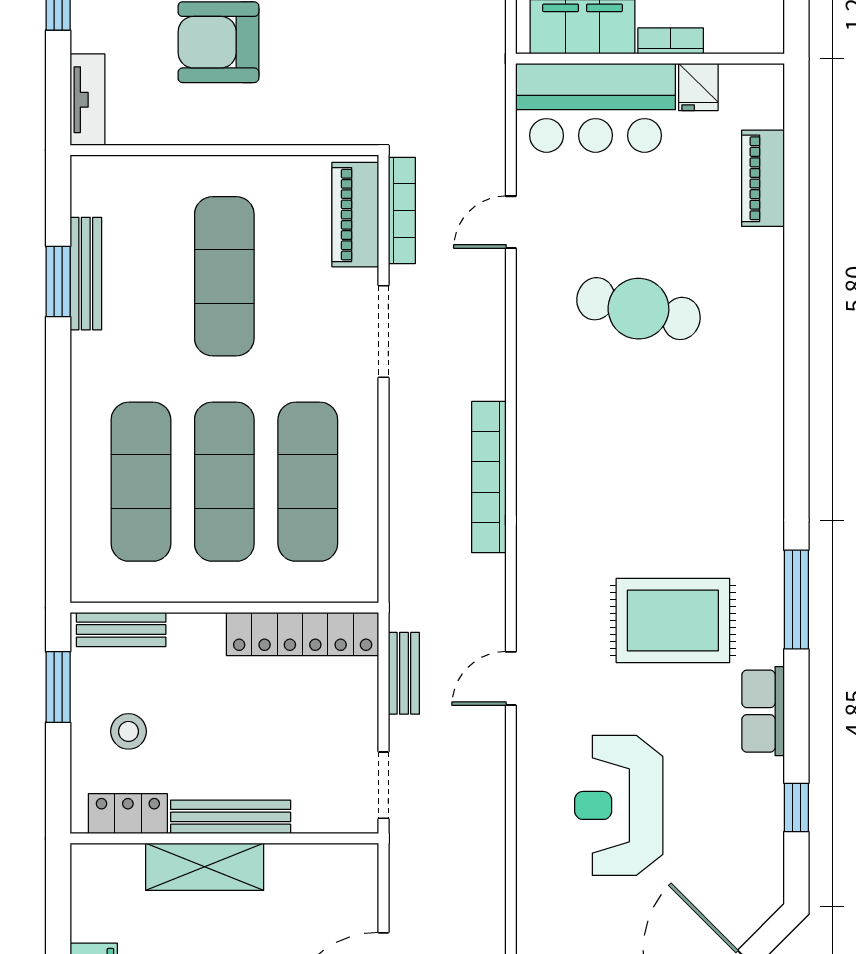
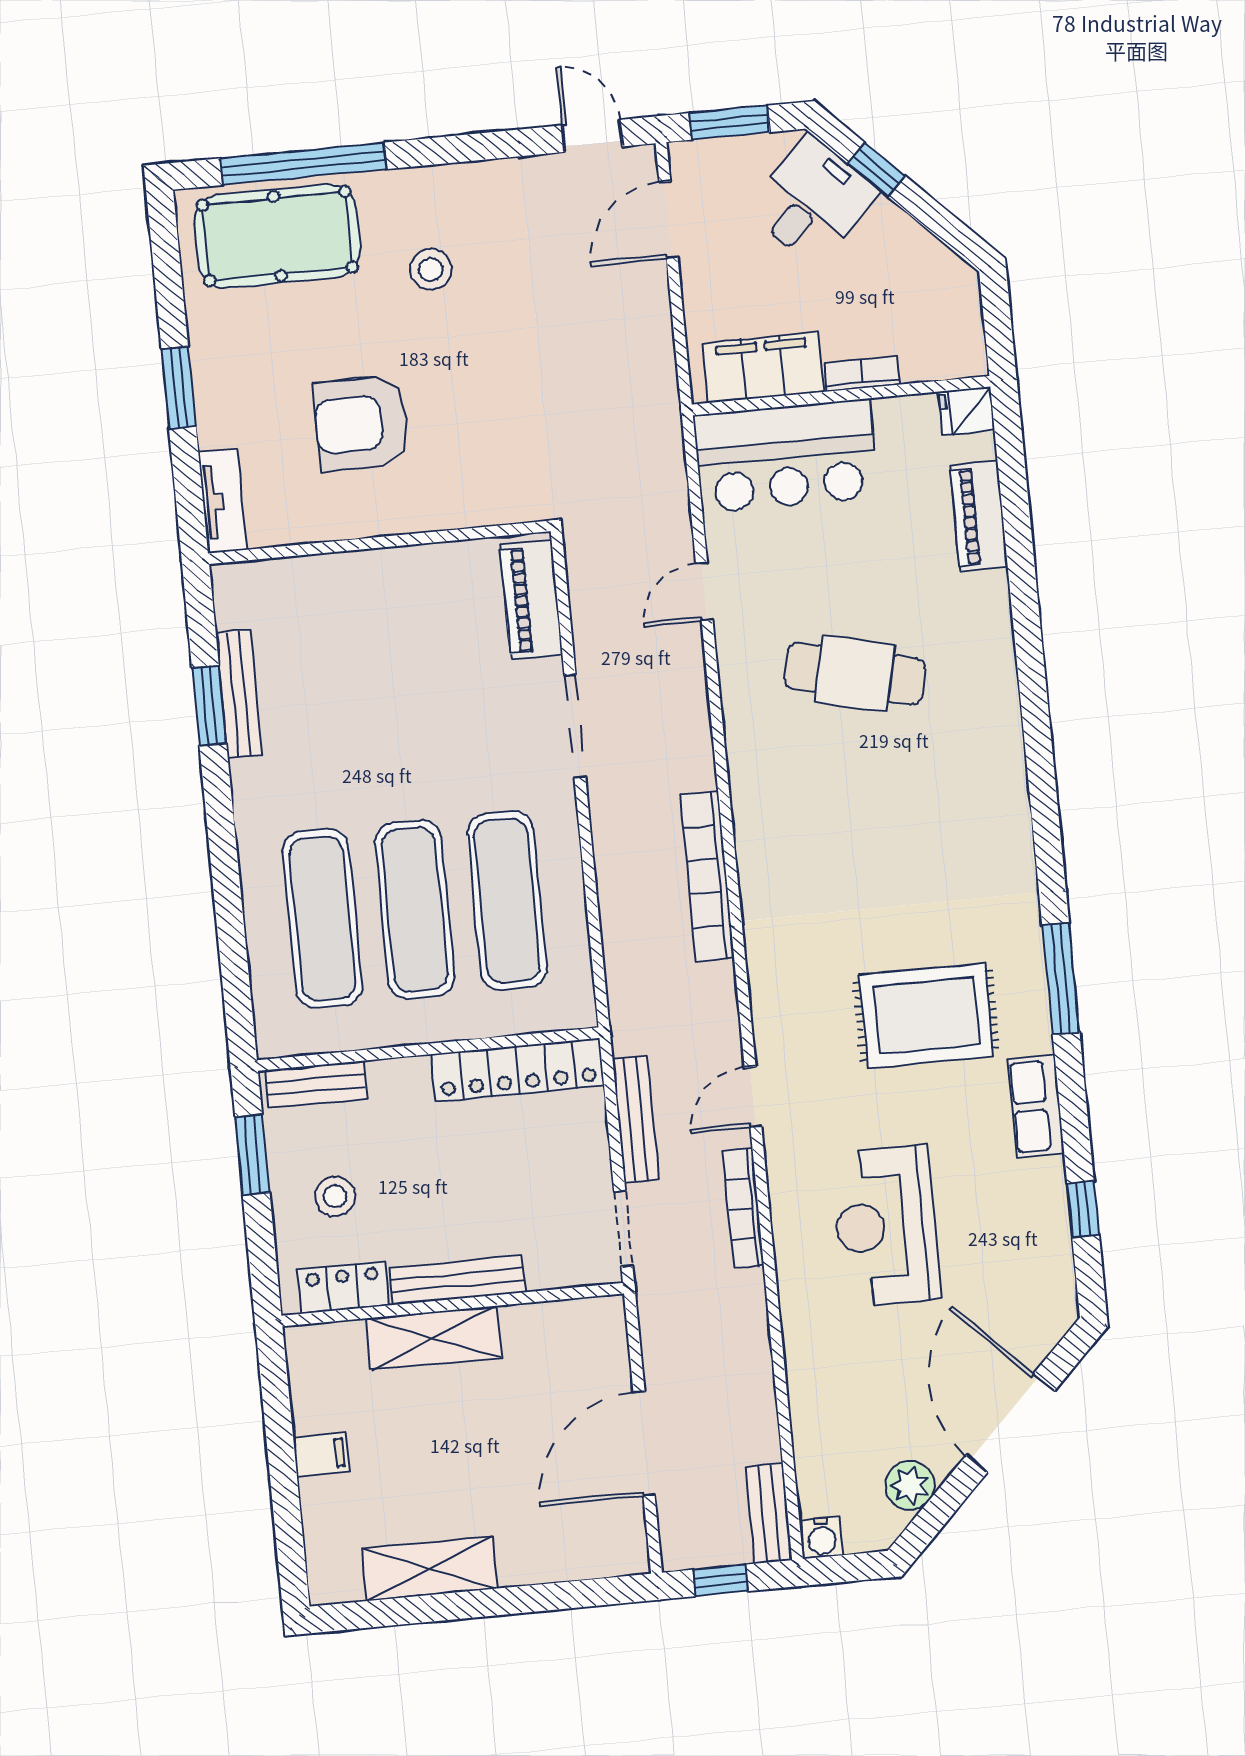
fridge: (698, 87) -> (967, 411), moved, turned 90
bookcase: (402, 211) -> (743, 1209), moved, turned 180
exercise mat: (224, 276) -> (393, 682), removed
bench: (404, 673) -> (636, 1119), width x1.36

